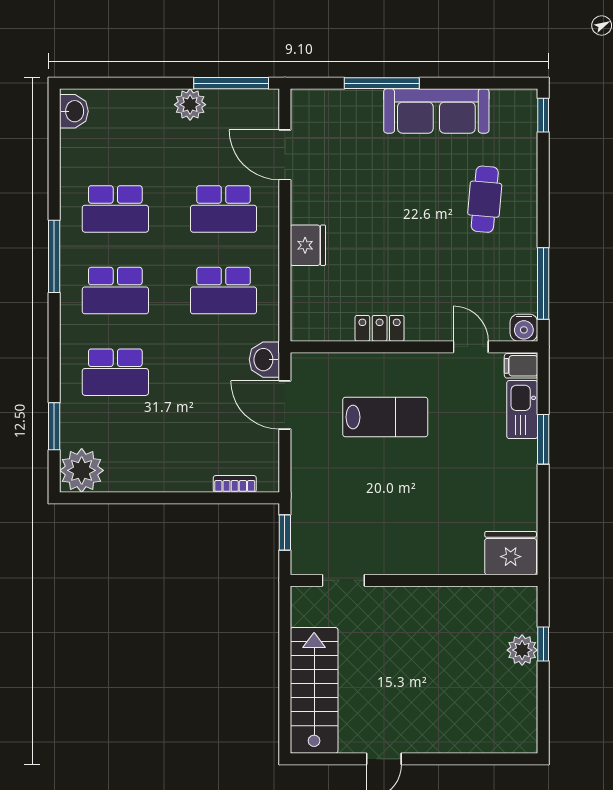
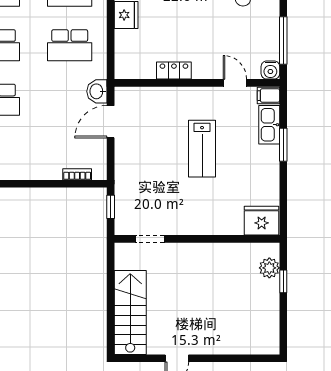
door: (285, 405) -> (111, 122), hinge flipped
lab bench: (385, 417) -> (202, 149), moved, turned 90
plant: (522, 650) -> (269, 268), moved

